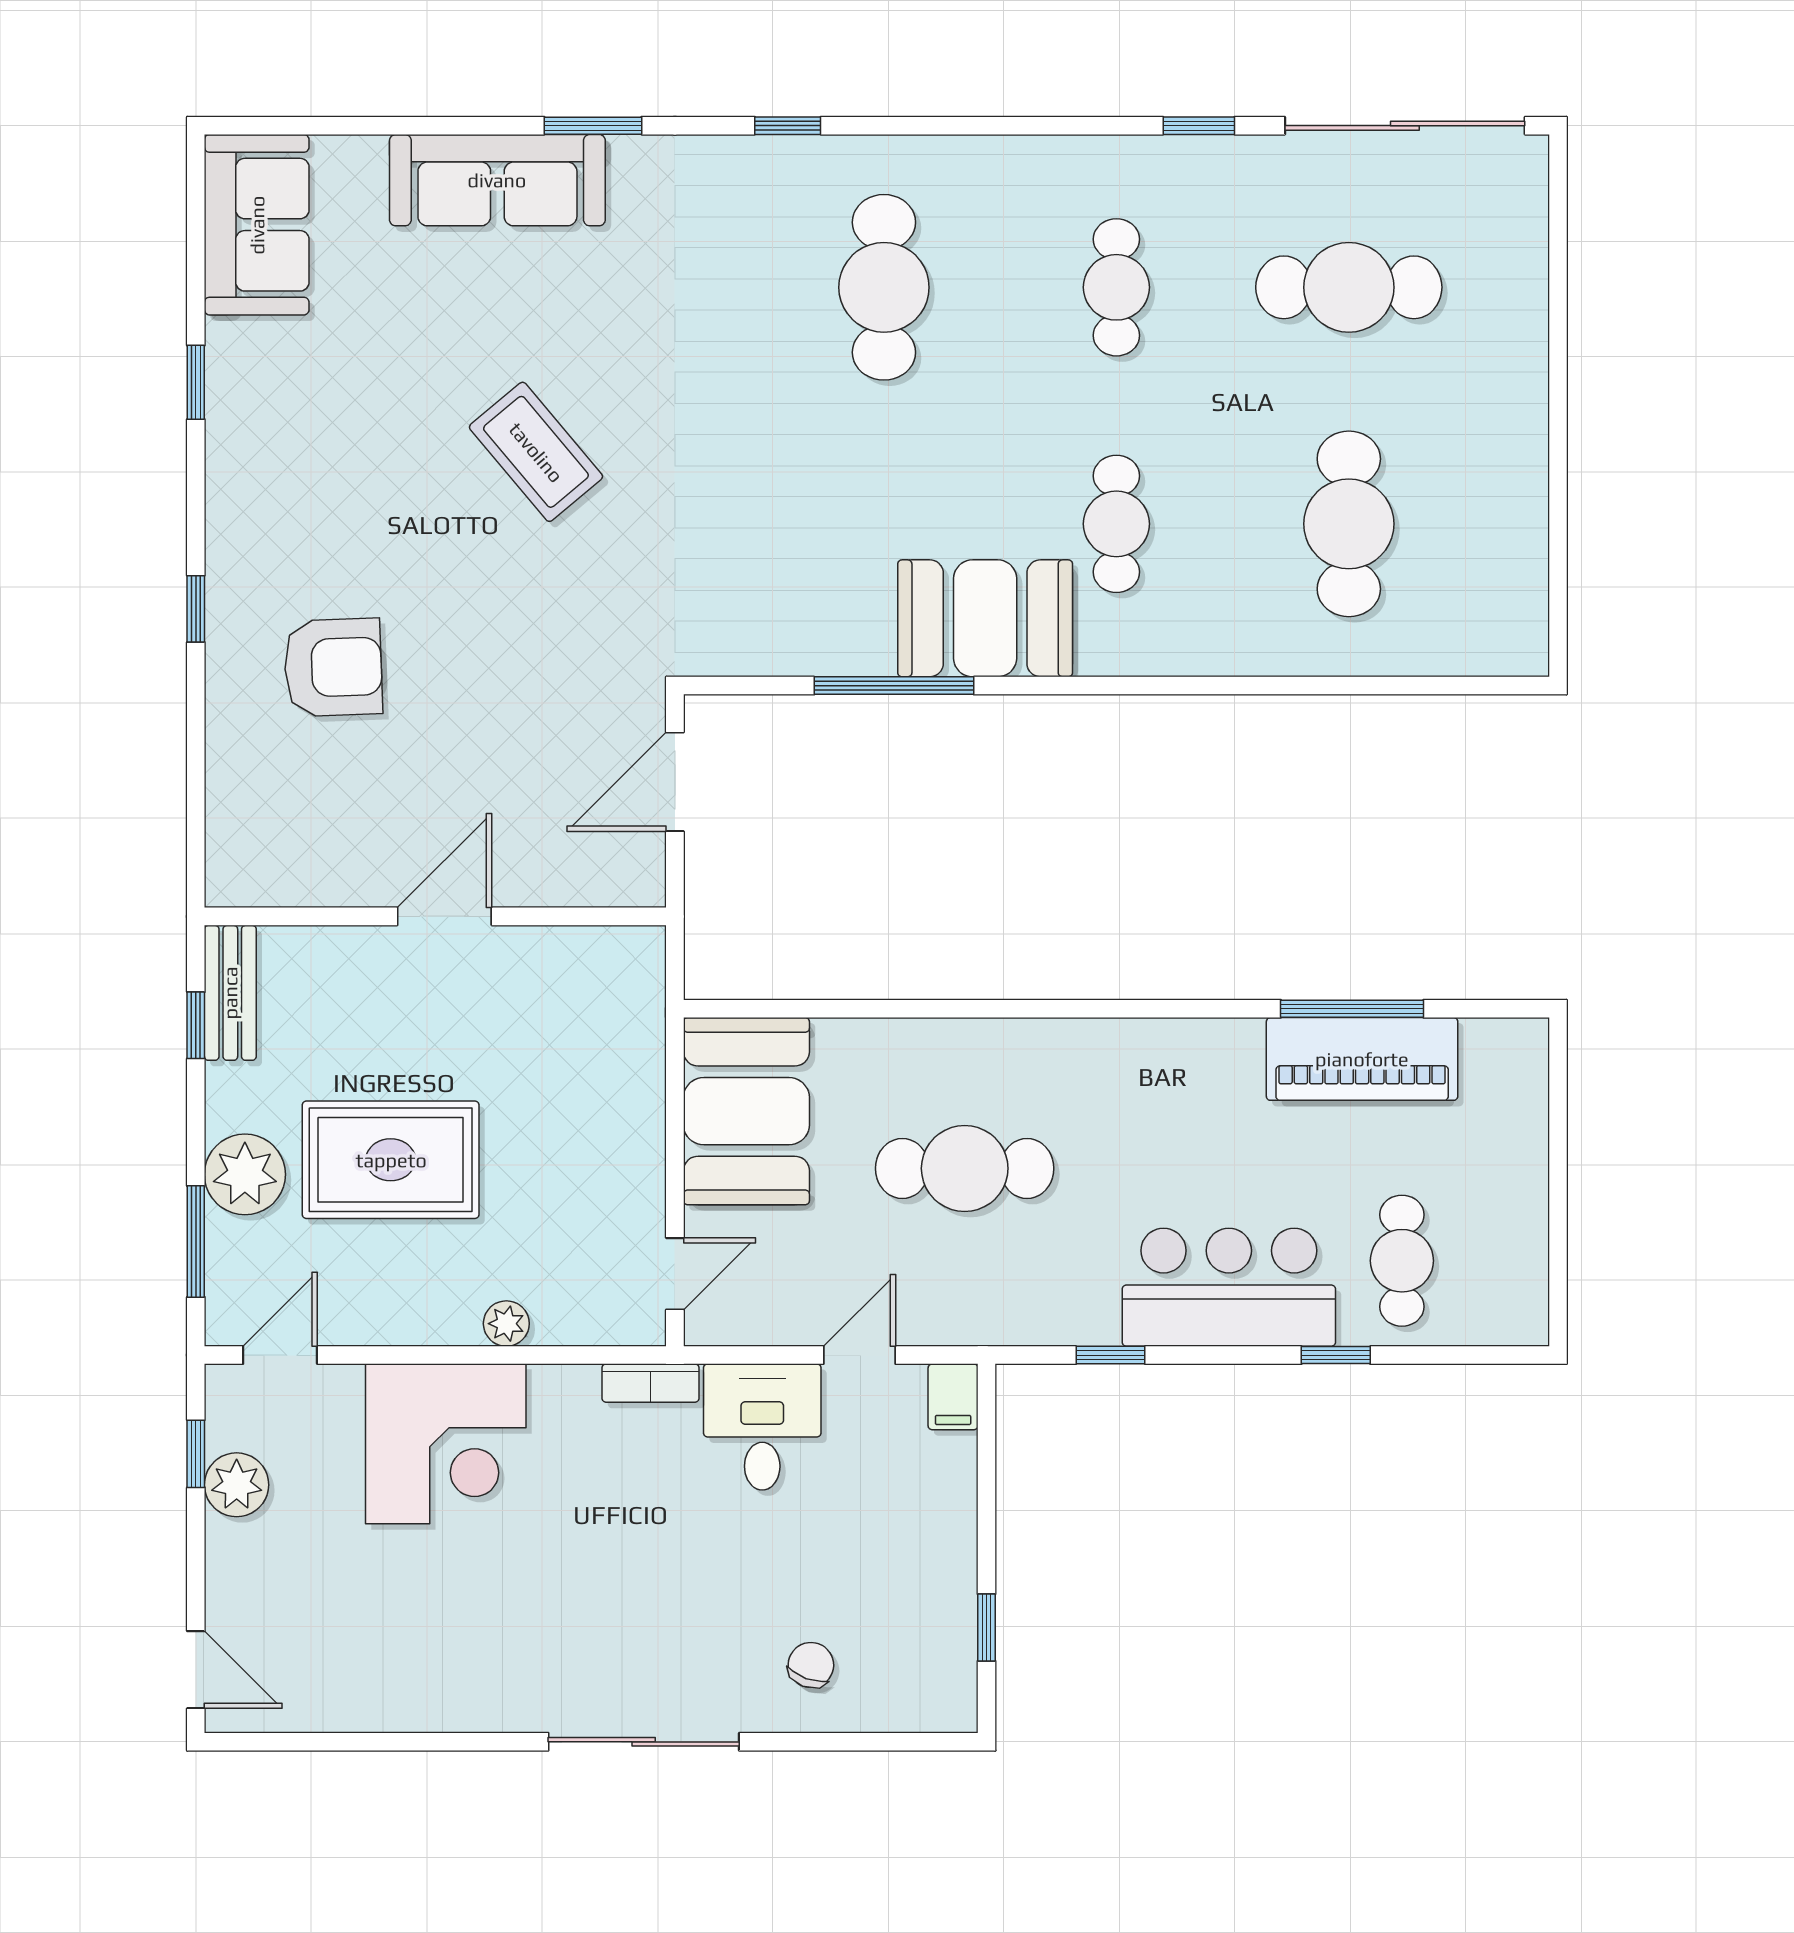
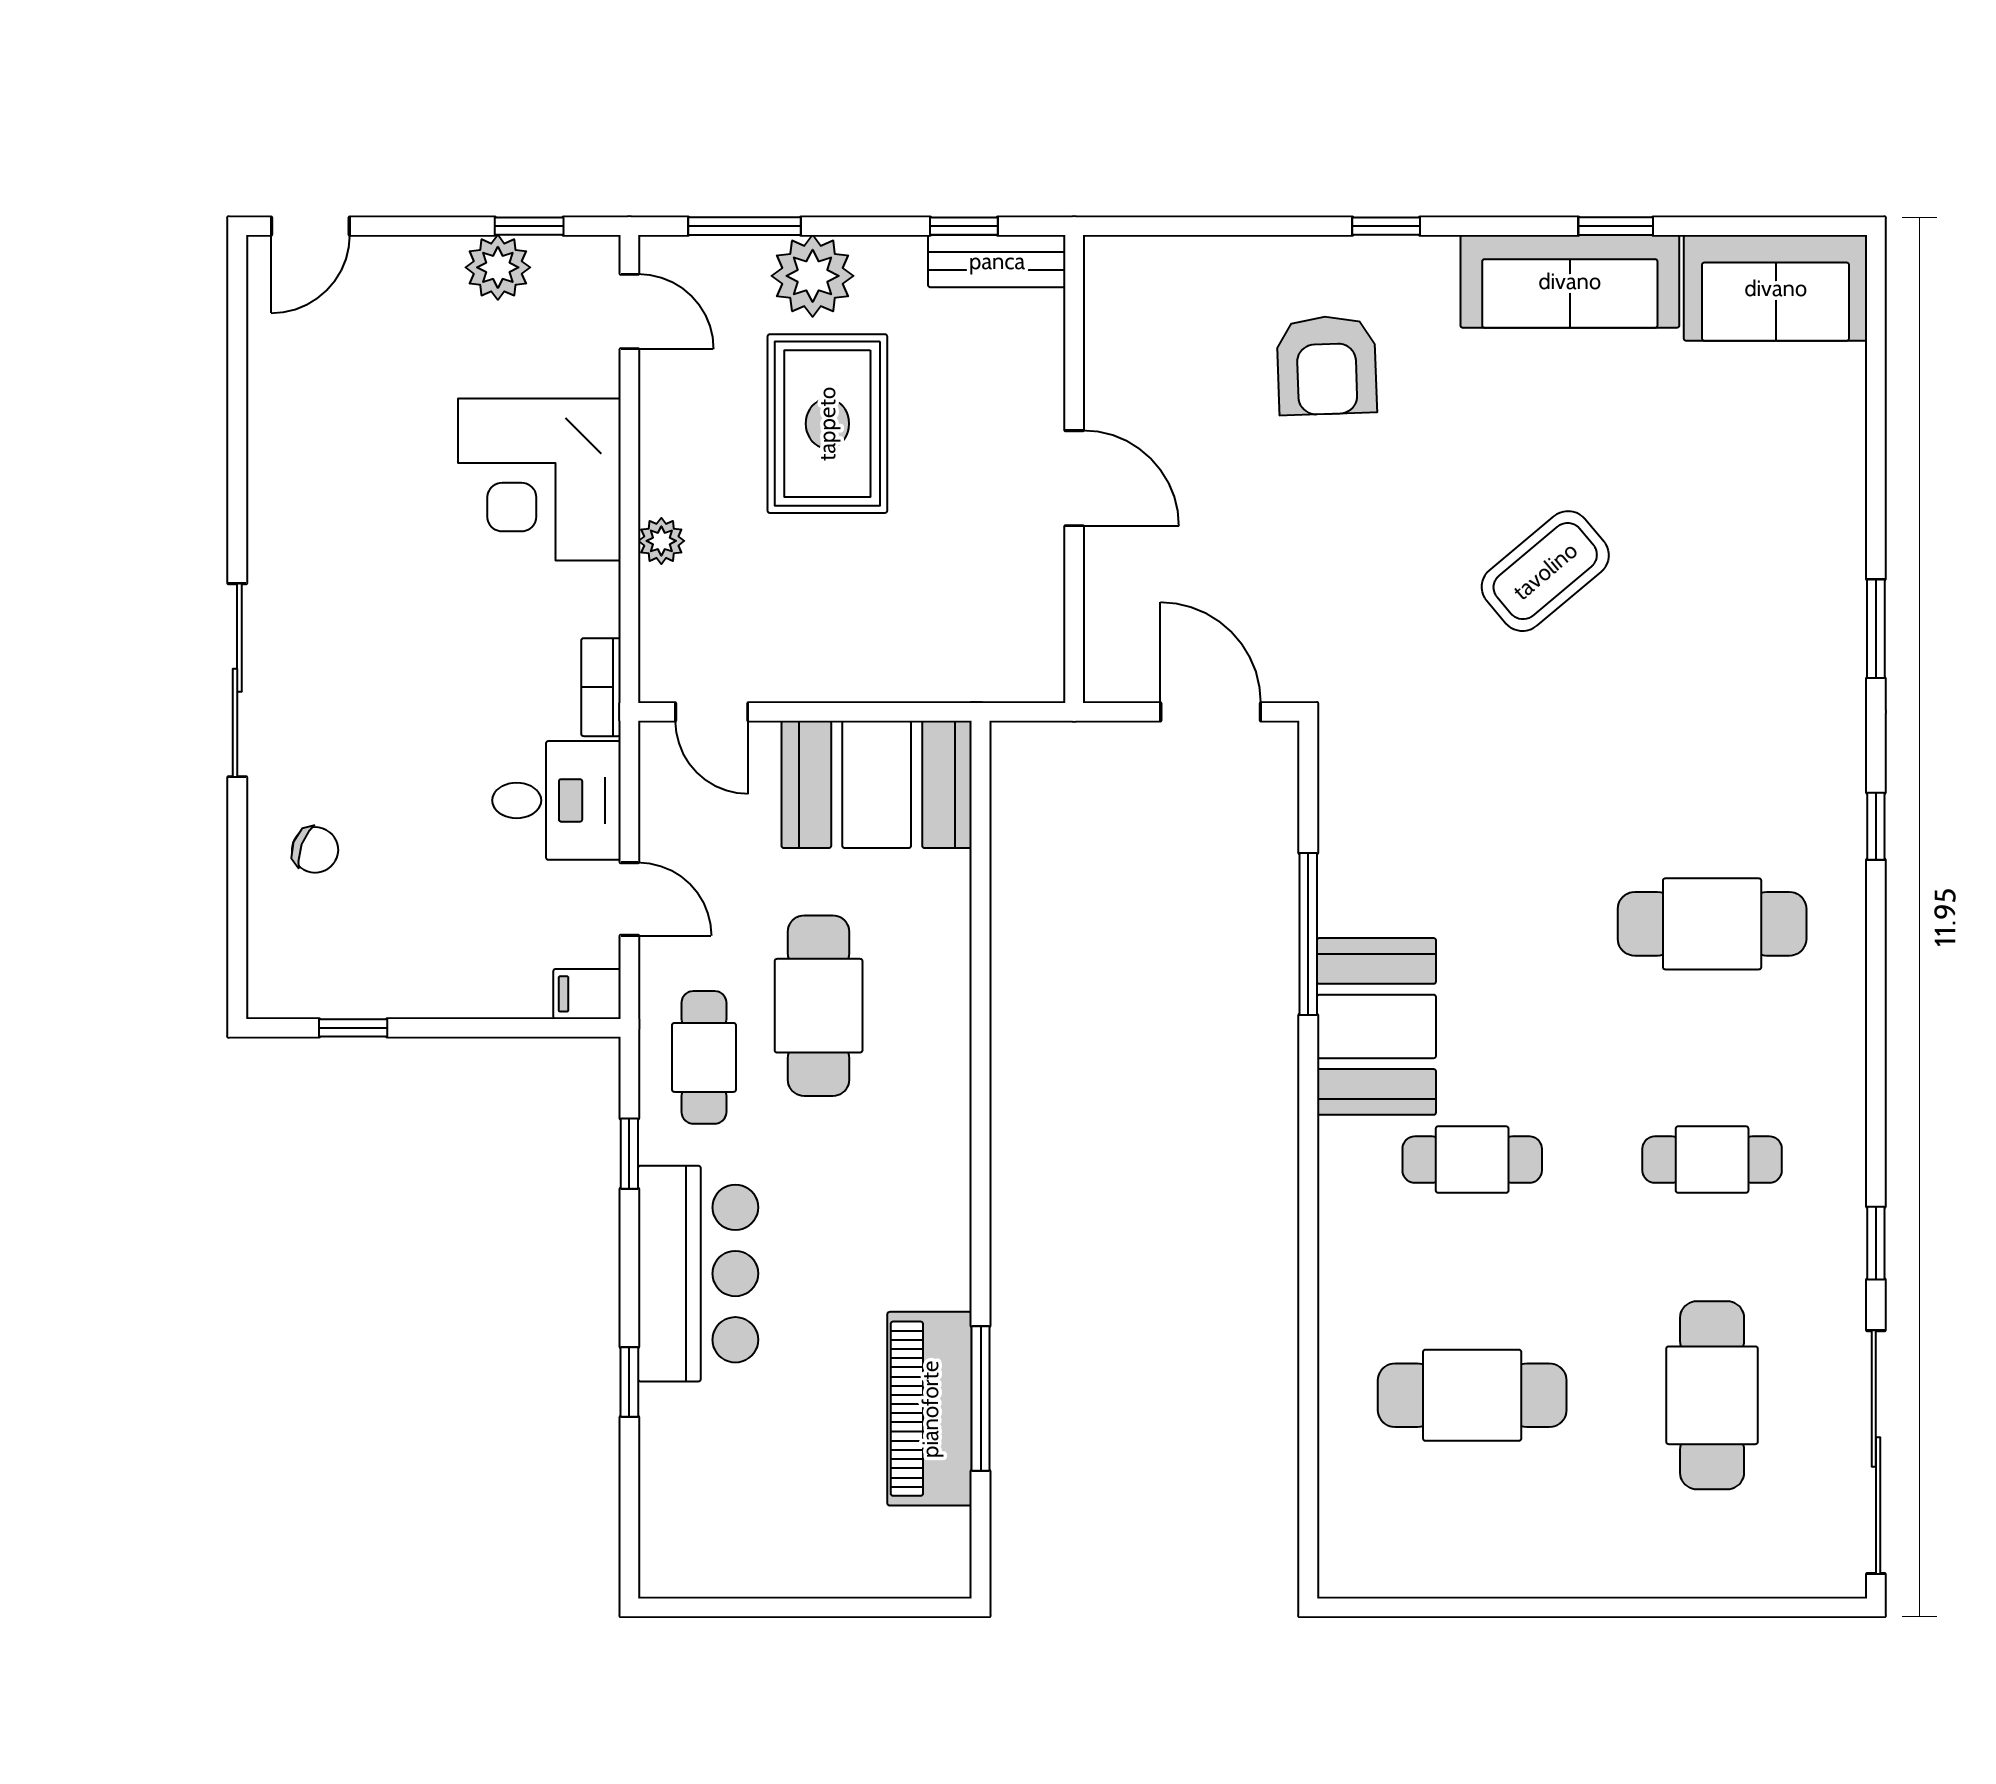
sofa: (497, 180) -> (1570, 281), moved, turned -90
cafe table: (1402, 1261) -> (704, 1057), moved, turned 90

